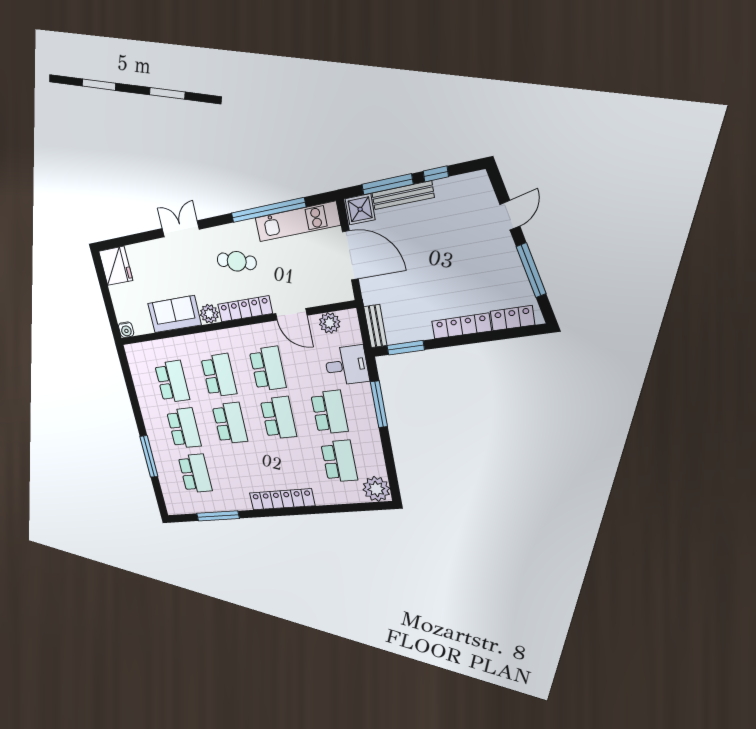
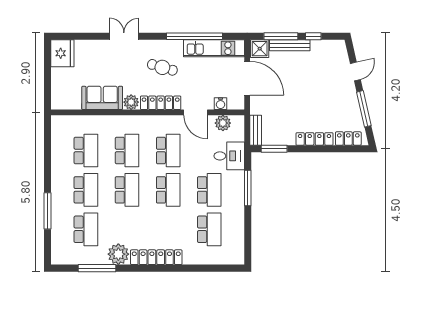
water cooler: (126, 330) -> (220, 104), moved
plant: (376, 489) -> (118, 254), moved

